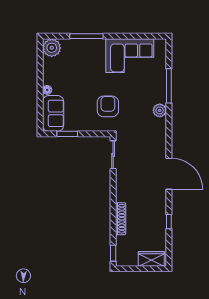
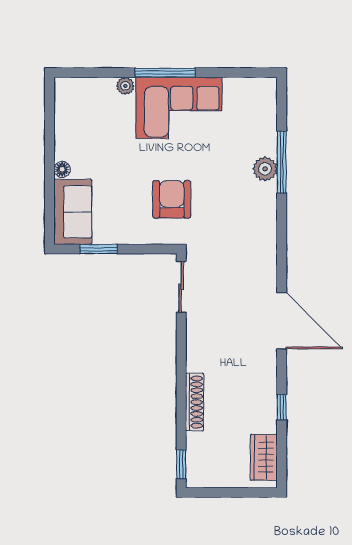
window: (86, 36) -> (165, 73), moved
plant: (52, 48) -> (125, 86), moved, width x0.53, depth x0.53
corner sofa: (130, 56) -> (179, 108), moved
plant: (160, 110) -> (265, 169), moved
wardrobe: (151, 259) -> (264, 457), moved, turned -90

